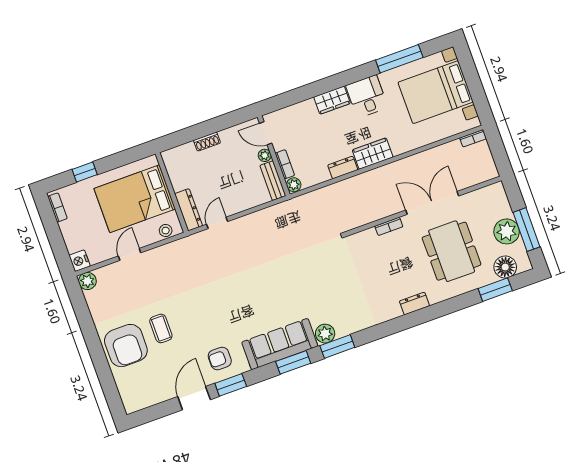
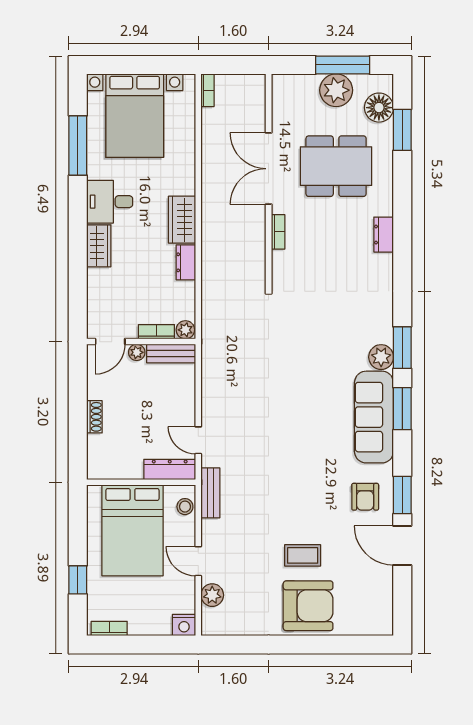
bench: (182, 245) -> (210, 493), added
plant: (87, 281) -> (212, 595), moved

